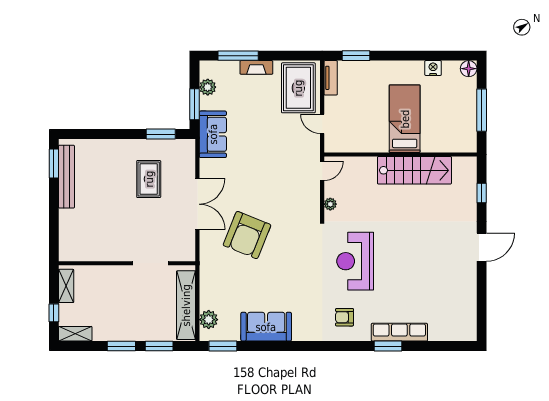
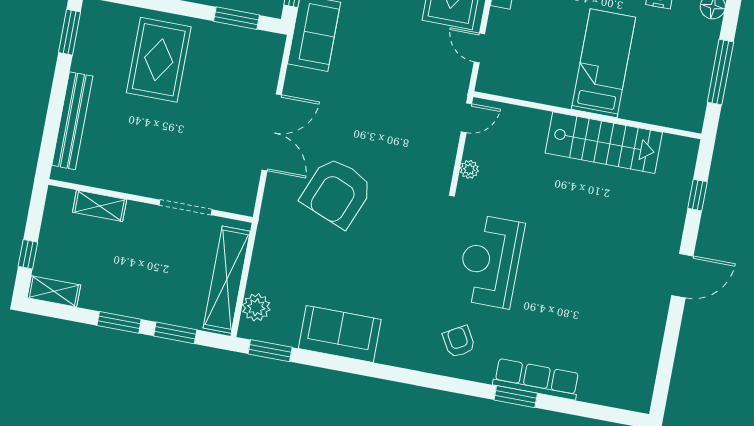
bench: (66, 177) -> (72, 121), moved
rug: (149, 179) -> (159, 60), moved, width x1.36, depth x1.43
shelving: (66, 286) -> (100, 206), moved, turned 90
armchair: (344, 317) -> (459, 342), turned 60

